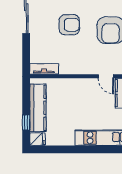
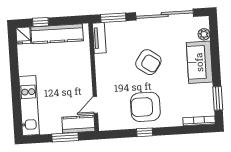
armchair: (69, 25) -> (148, 62), turned -55
window: (26, 55) -> (113, 18), added

